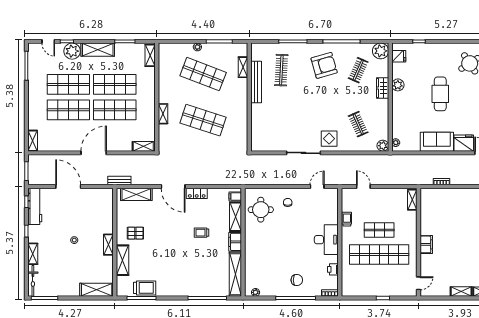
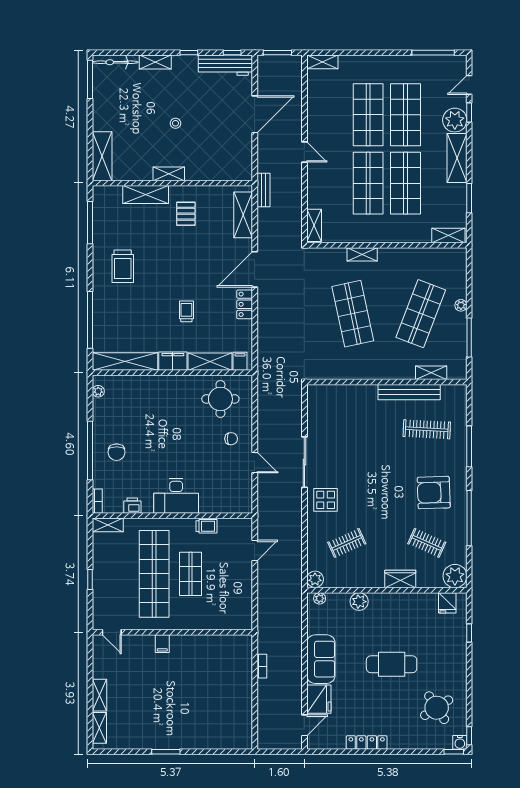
armchair: (324, 65) -> (434, 493), turned 104
plant: (398, 85) -> (359, 602), moved
shop shelf: (203, 120) -> (353, 314), turned -30
door: (94, 153) -> (304, 152), width x0.53
door: (317, 186) -> (255, 463), moved
shelving: (412, 200) -> (108, 525), moved
filing cabinet: (426, 244) -> (162, 644), width x0.50
trolley: (145, 288) -> (123, 266), moved

